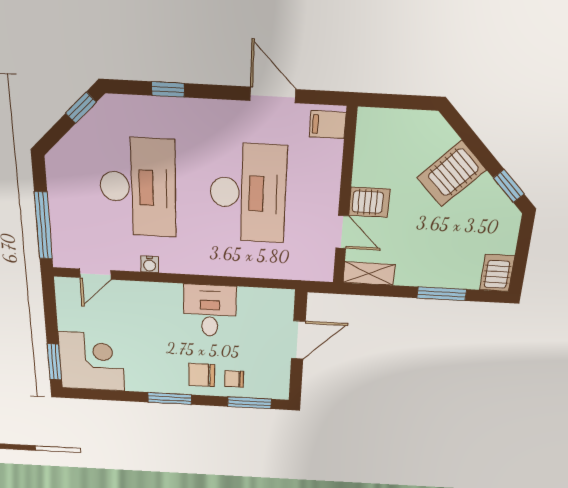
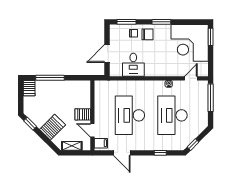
door: (342, 232) -> (92, 130), moved
shelving: (369, 274) -> (72, 146), moved
window: (442, 294) -> (50, 78), width x1.44
desk: (210, 311) -> (133, 65), moved
corner desk: (92, 362) -> (190, 43), width x1.36, depth x1.36

